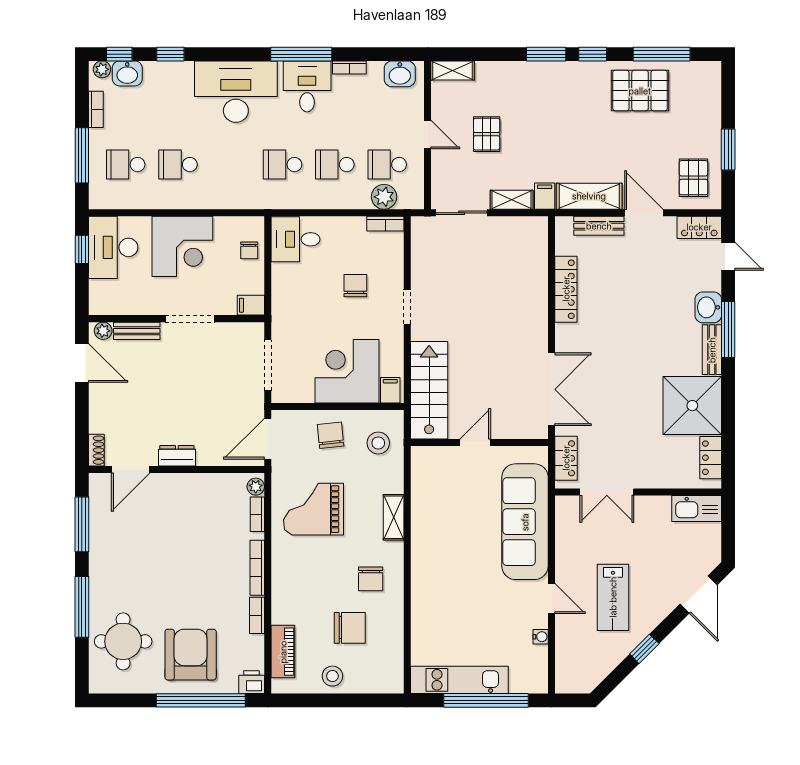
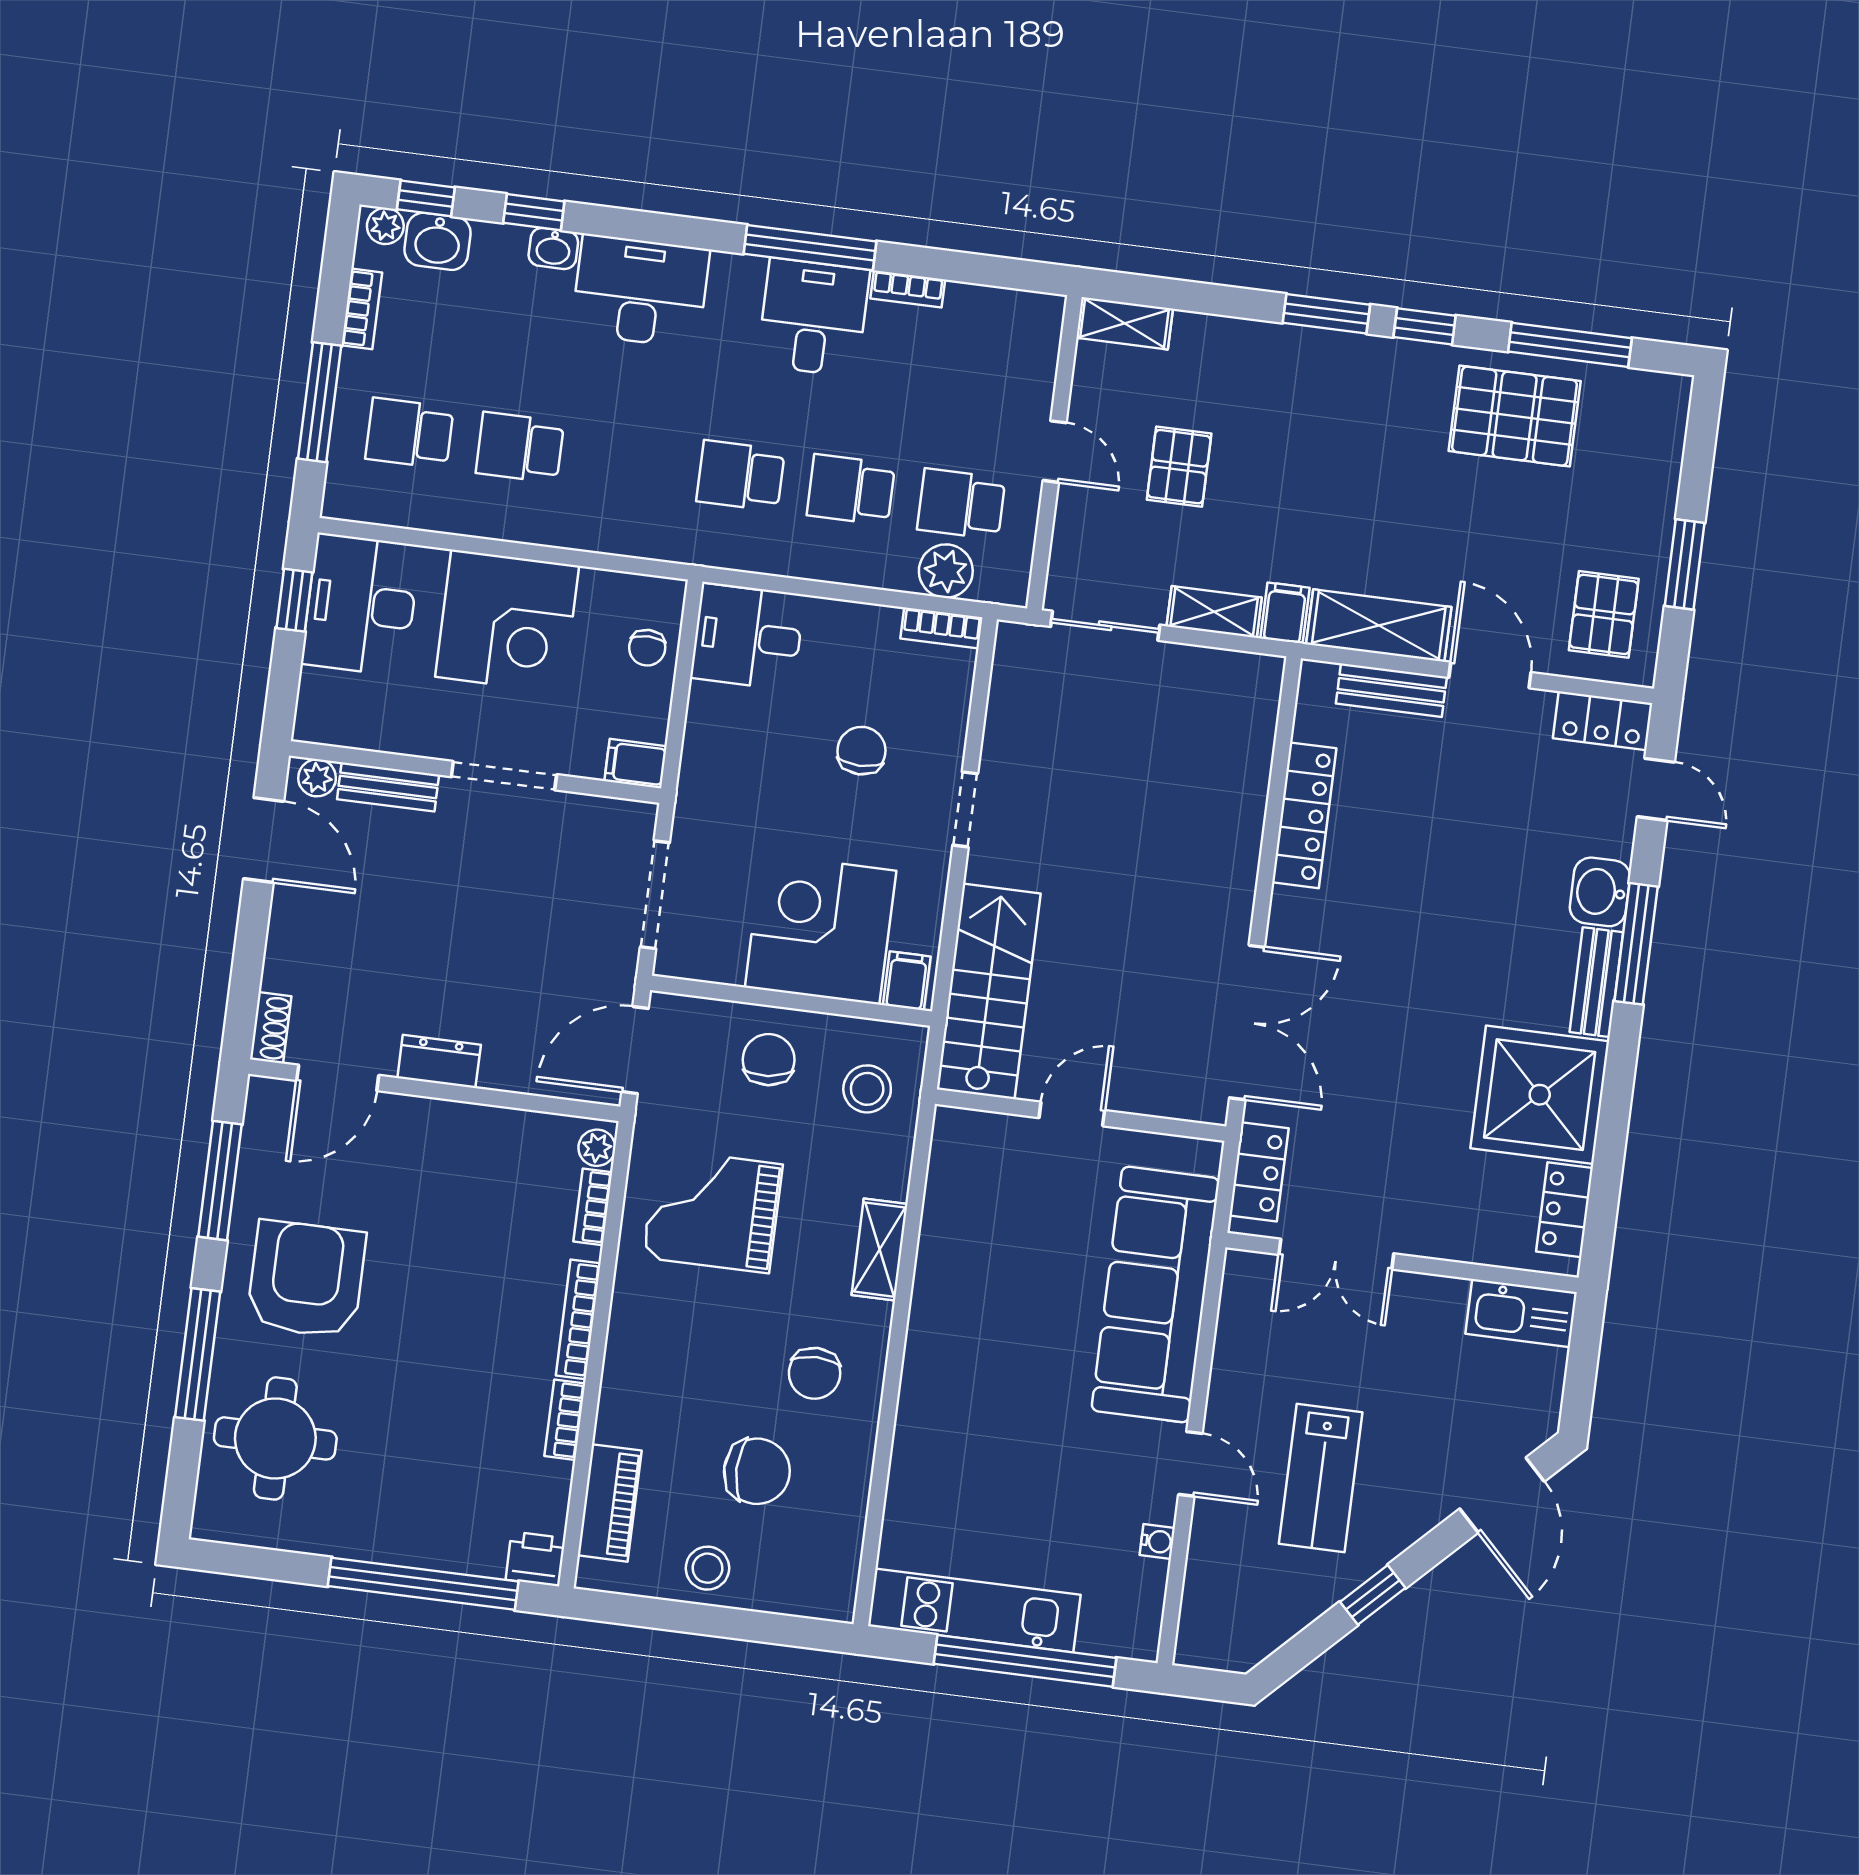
washbasin: (400, 74) -> (553, 248), moved, width x0.72, depth x0.69
desk: (236, 92) -> (640, 291), width x0.73, depth x0.77
armchair: (191, 655) -> (306, 1279), moved

